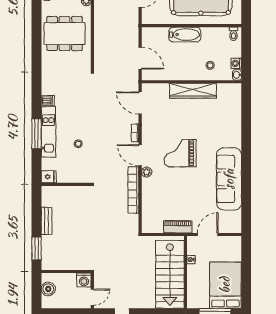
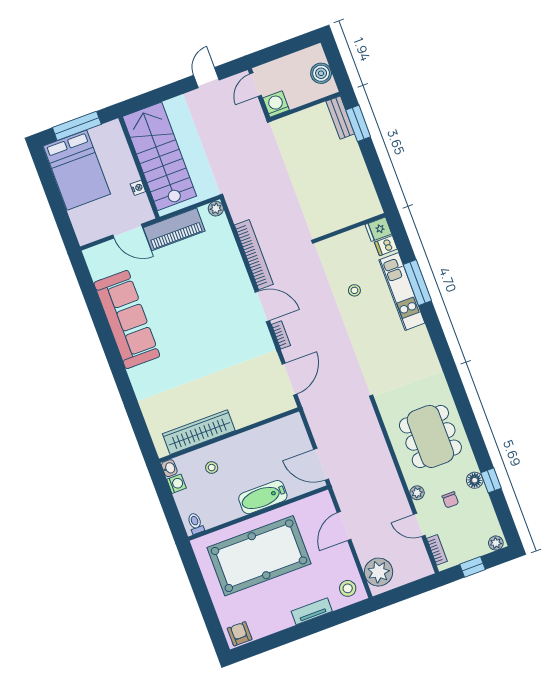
dining table: (65, 34) -> (430, 436), turned 90
door: (140, 58) -> (321, 464), moved
wardrobe: (193, 91) -> (199, 432), moved
dishwasher: (48, 100) -> (386, 246), moved
door: (140, 103) -> (289, 379), hinge flipped
grand piano: (180, 153) -> (208, 330), removed
plant: (147, 172) -> (216, 209), moved
bench: (47, 221) -> (340, 118), moved
piano: (178, 227) -> (174, 229), width x1.37, depth x1.33
door: (208, 235) -> (128, 231), hinge flipped

